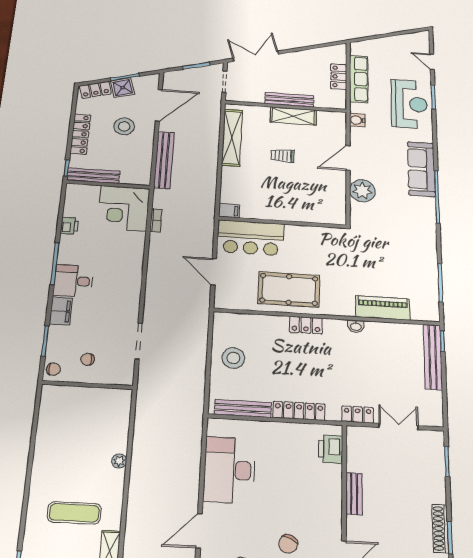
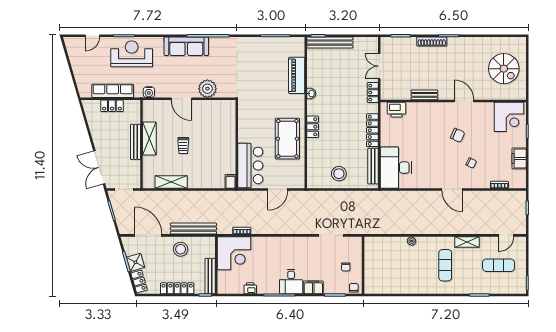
stool: (124, 126) -> (181, 249), moved
shelving: (232, 137) -> (171, 182), width x0.68
desk: (229, 470) -> (396, 168), moved, turned 90
shoe rack: (440, 529) -> (432, 41), moved

